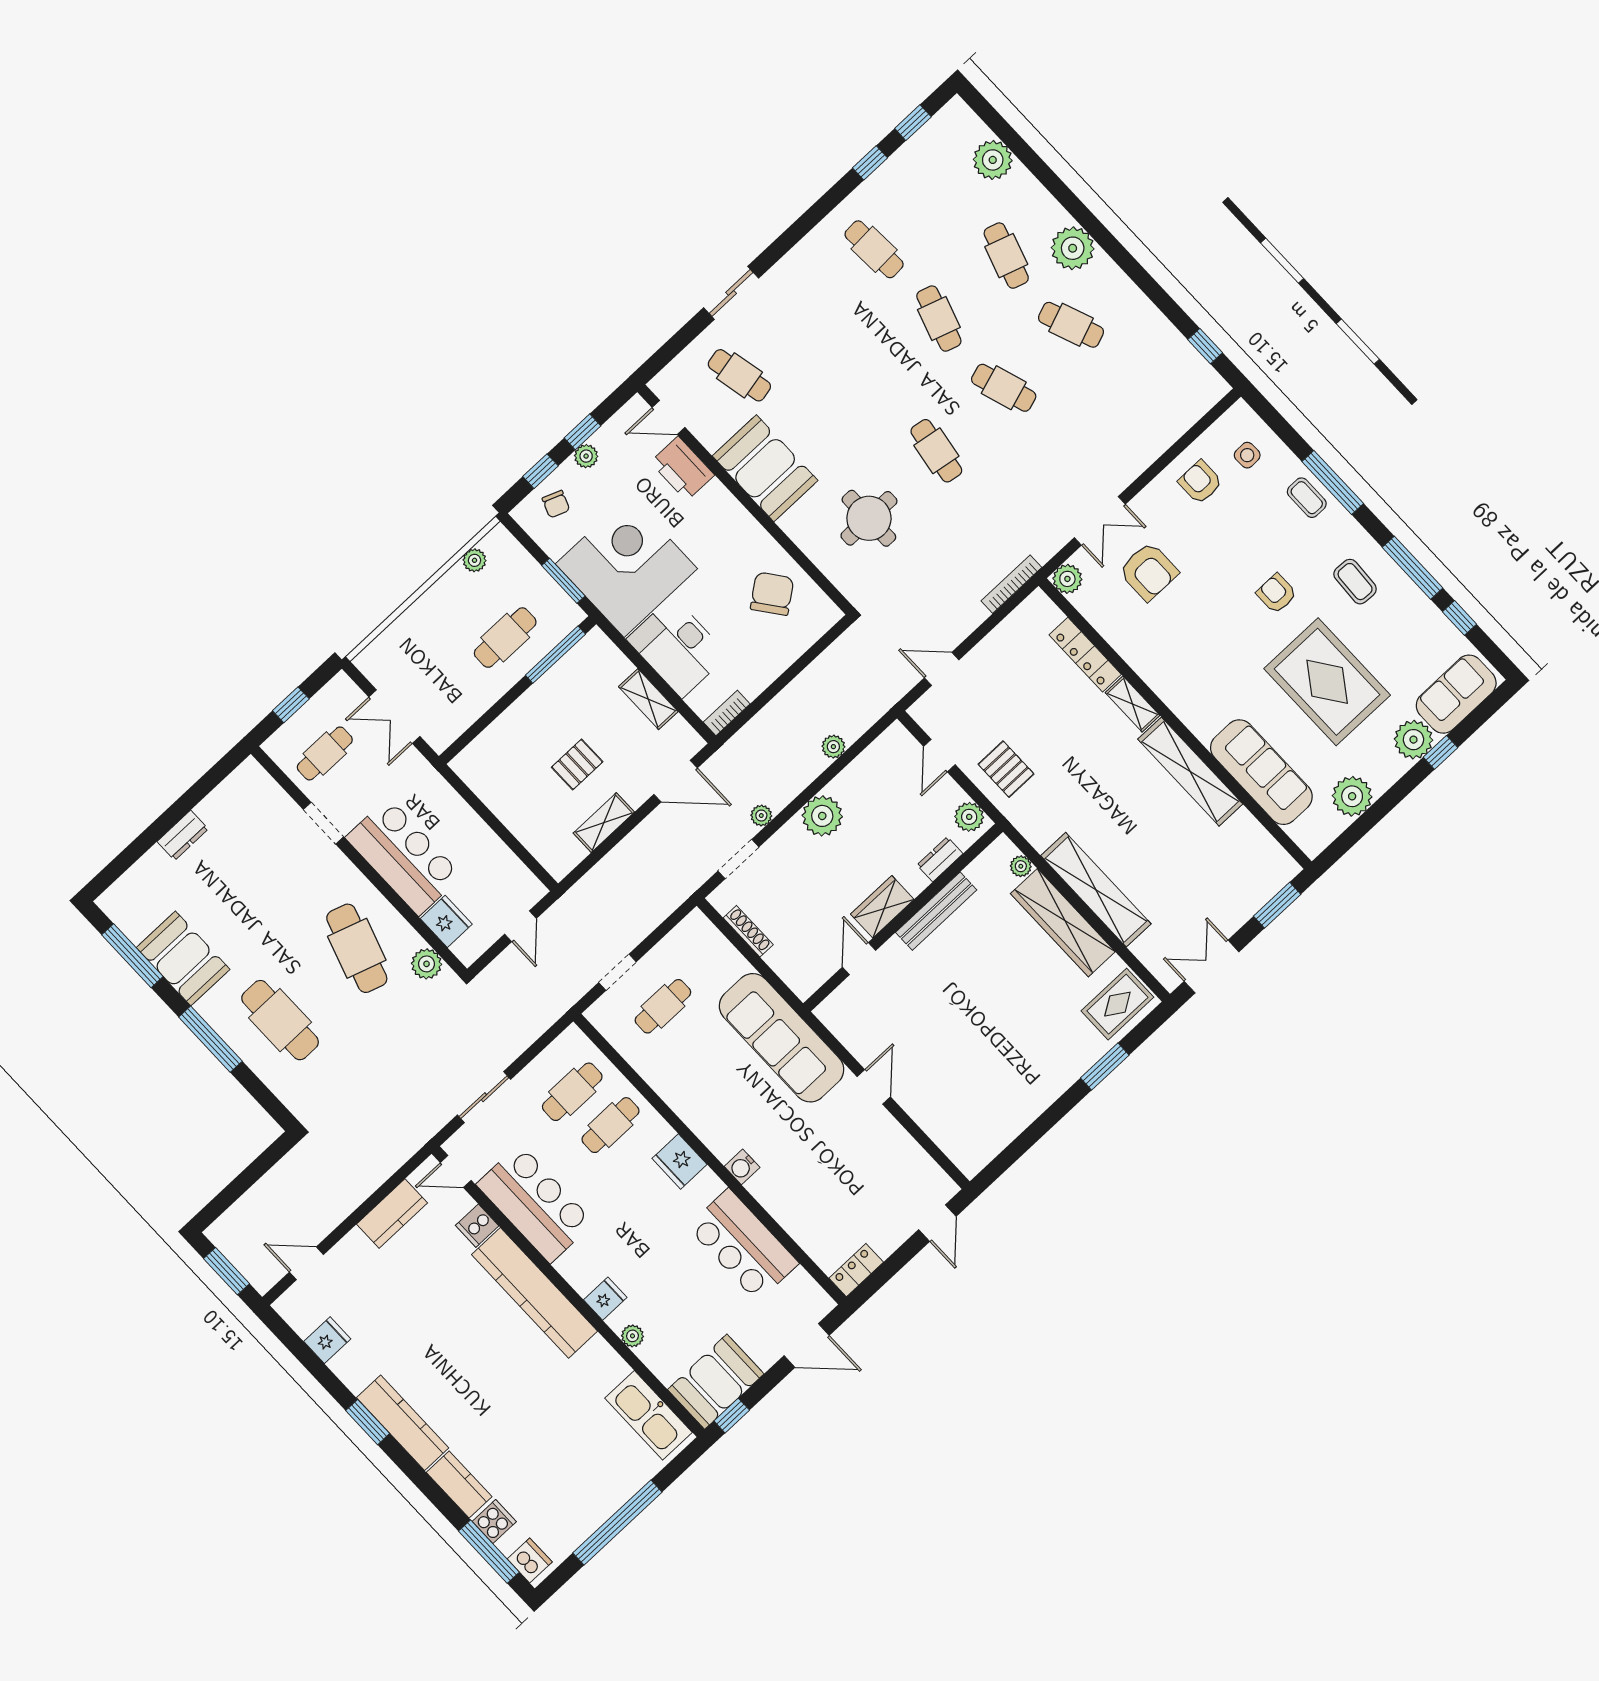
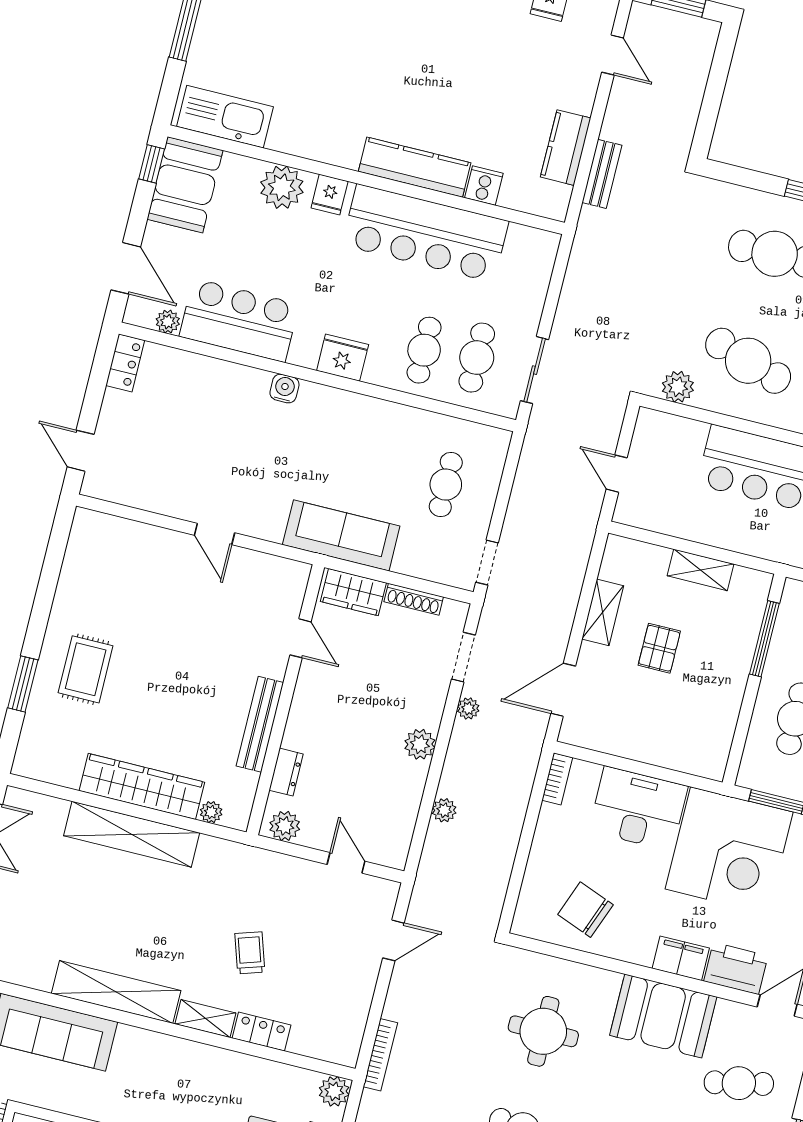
filing cabinet: (721, 505) -> (681, 958), added
chair: (772, 594) -> (585, 910), turned 148
window: (555, 655) -> (764, 639), moved
locker: (1085, 655) -> (262, 1032), width x0.66
shelving: (648, 699) -> (701, 570), moved
trolley: (1063, 734) -> (250, 953), added
pallet: (1006, 769) -> (280, 889), removed
plant: (822, 816) -> (420, 744), width x0.73, depth x0.73
wardrobe: (882, 907) -> (353, 592), moved, turned 90
fridge: (446, 921) -> (685, 435), removed
doorway: (617, 972) -> (487, 563), moved
rug: (1117, 1004) -> (86, 669), moved
sofa: (782, 1038) -> (341, 535), width x0.74, depth x0.79
sliding door: (484, 1097) -> (535, 370), moved
door: (456, 1171) -> (534, 221), removed
bench: (377, 1174) -> (602, 174), added
bar counter: (535, 1203) -> (425, 233), width x1.36
door: (306, 1263) -> (613, 55), hinge flipped
plant: (801, 1281) -> (168, 322), added
kitchen counter: (534, 1293) -> (415, 167), width x0.72, depth x0.86
plant: (633, 1336) -> (282, 187), width x1.88, depth x1.88
door: (807, 1345) -> (126, 268), swing flipped

